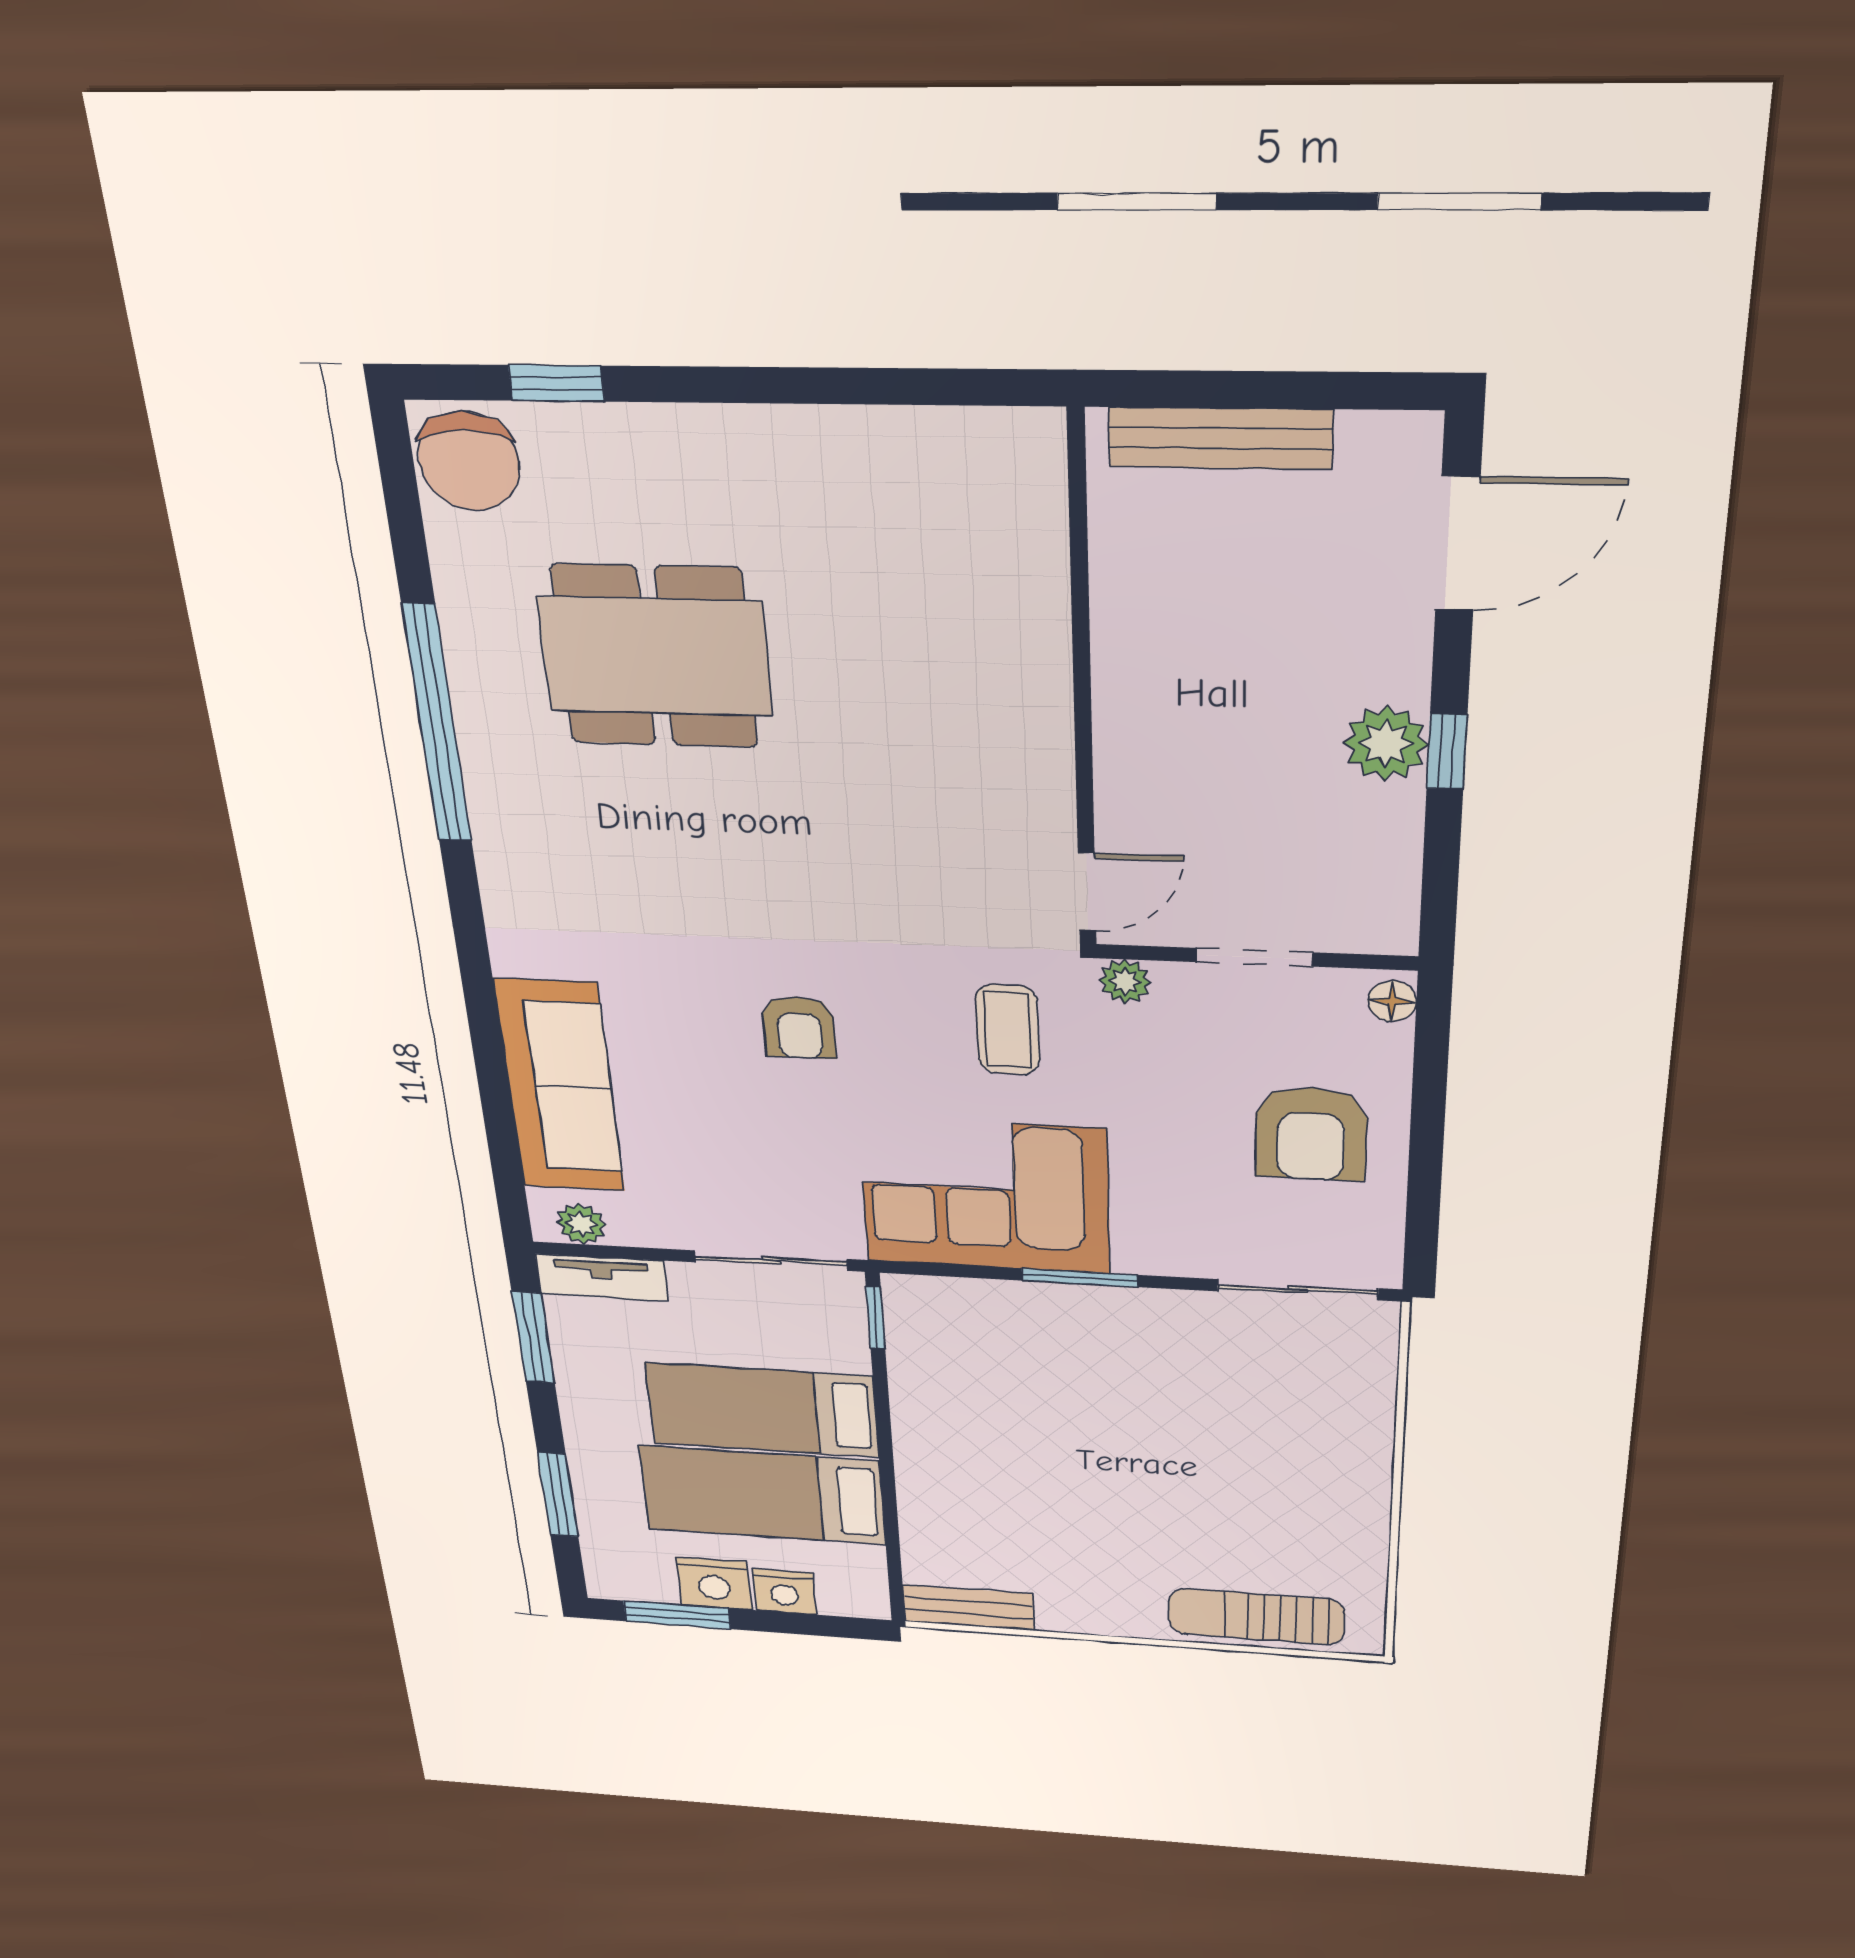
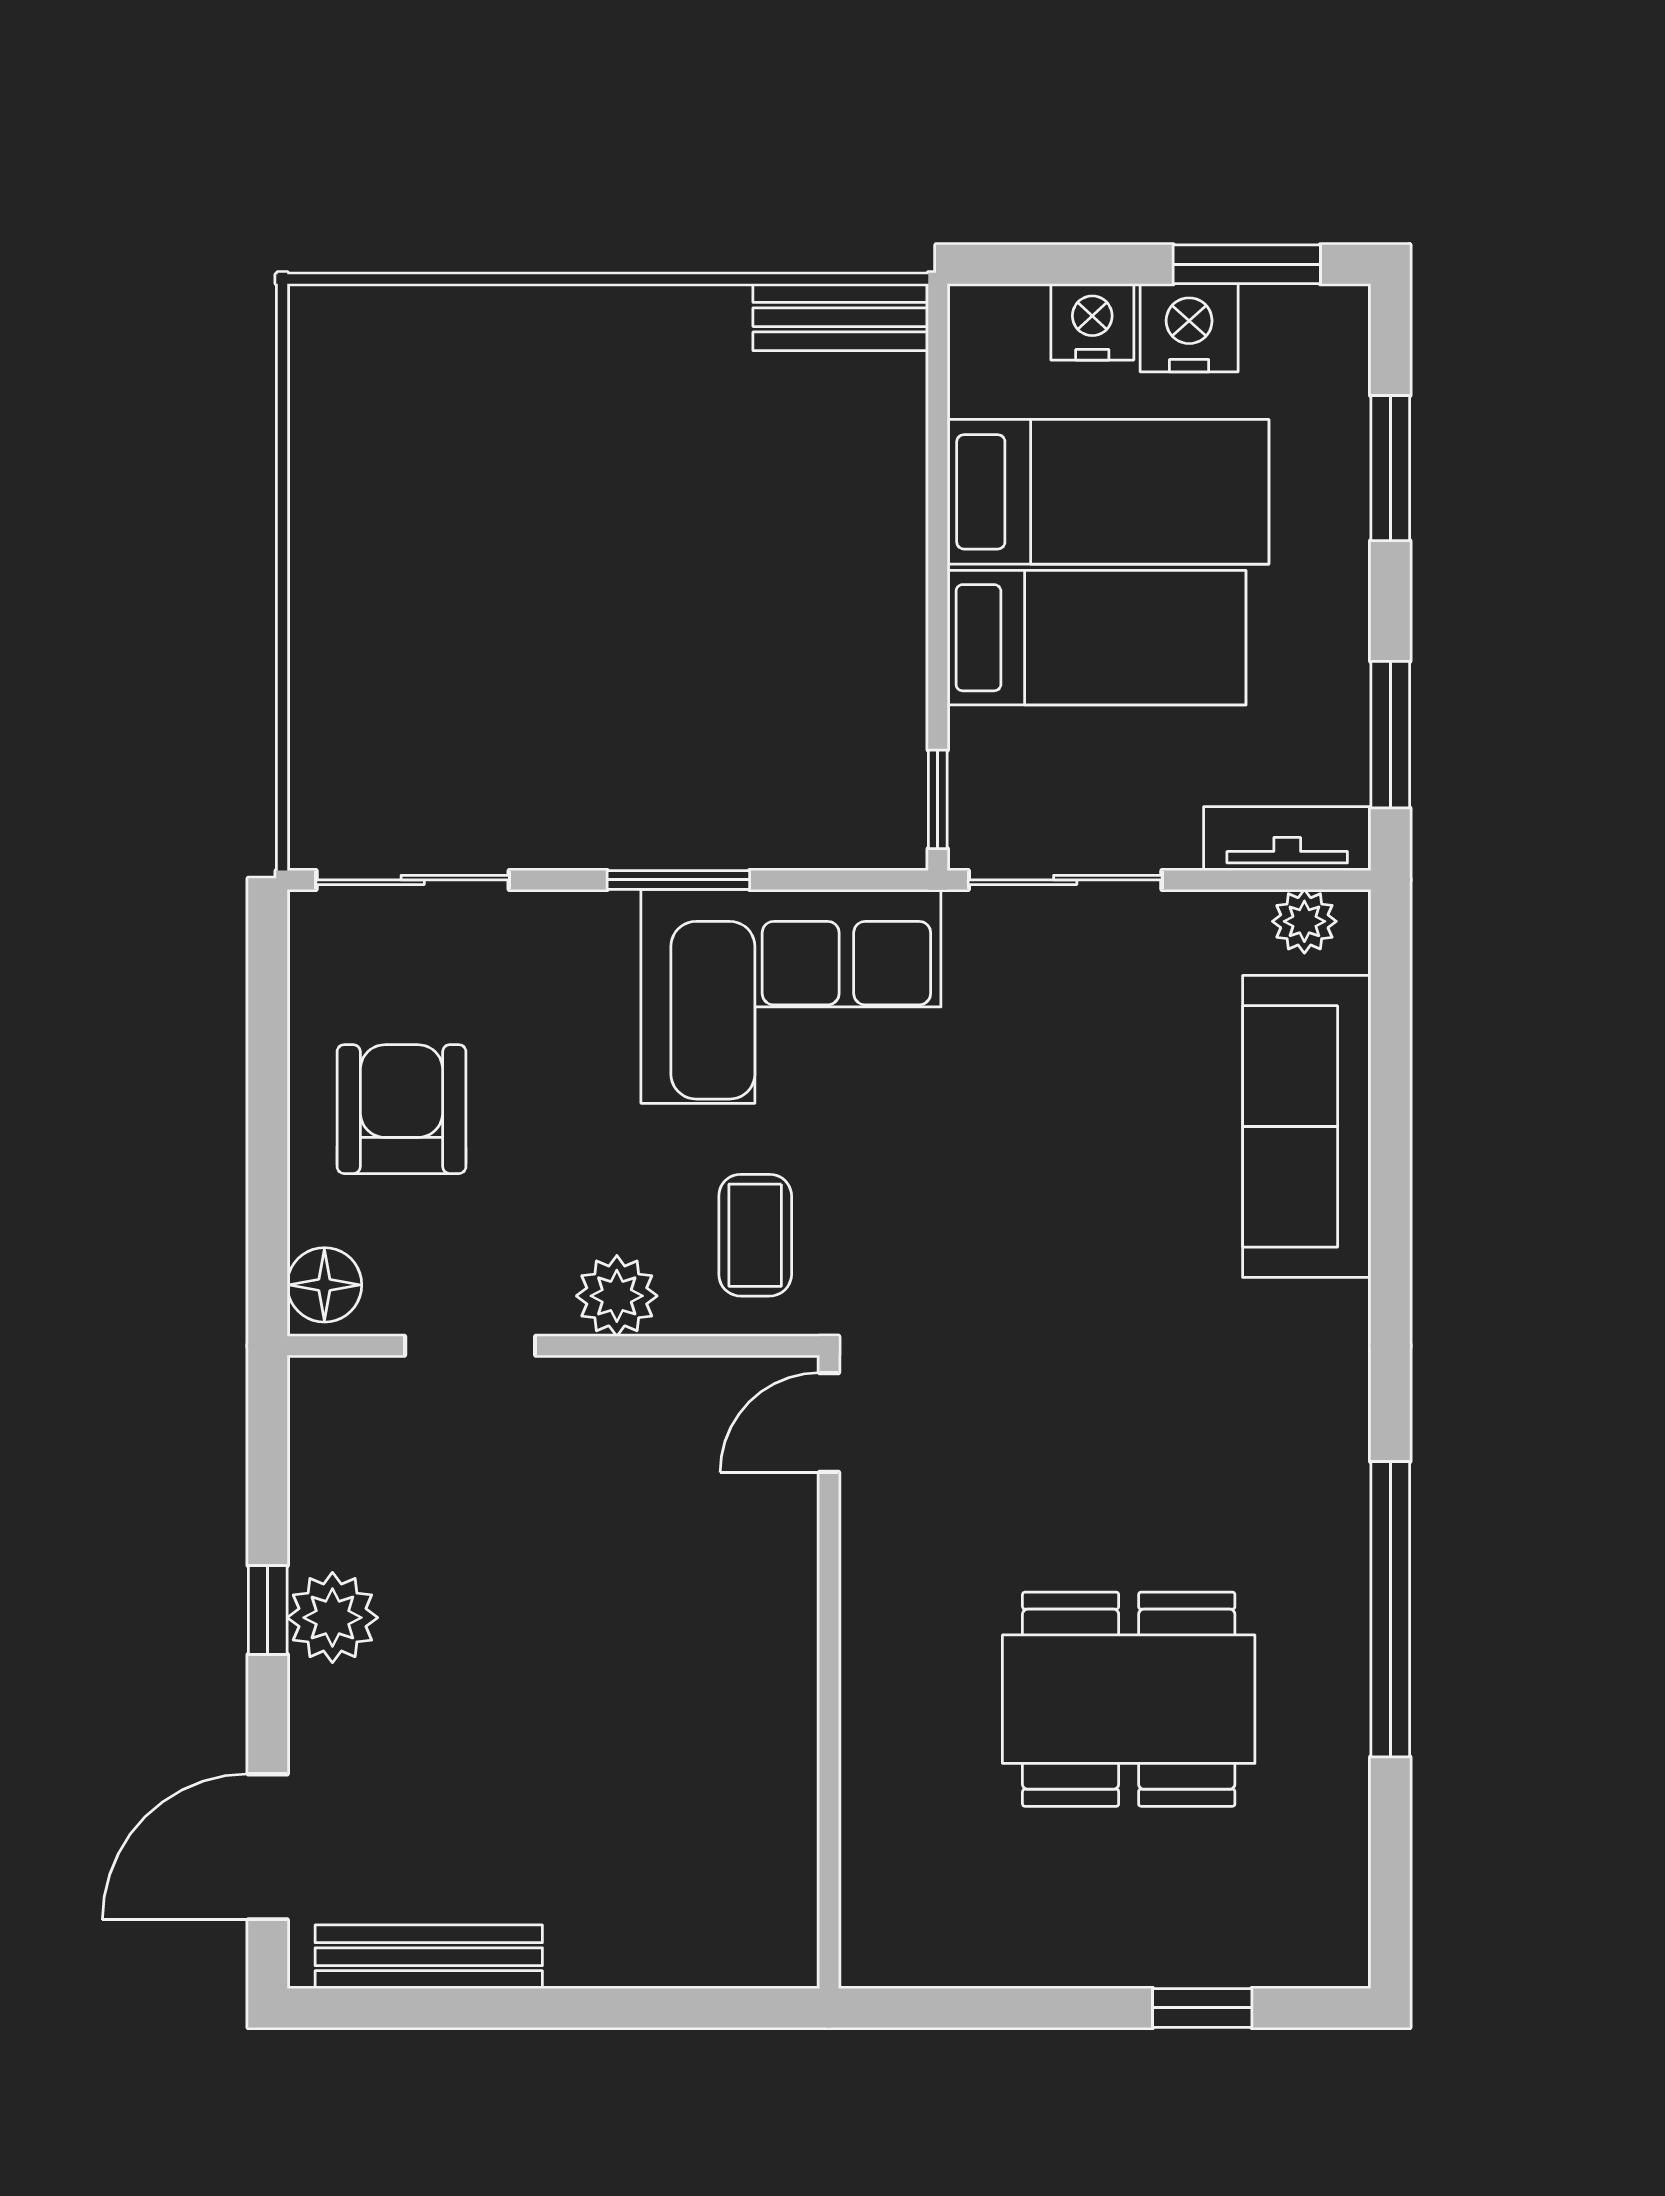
bench: (1220, 438) -> (429, 1957), moved
chair: (469, 461) -> (1309, 1921), removed
wall: (1082, 690) -> (829, 1672), moved
door: (1087, 892) -> (829, 1423), moved
plant: (1125, 981) -> (617, 1296), width x1.38, depth x1.38
floor lamp: (1392, 1001) -> (324, 1285), width x1.37, depth x1.37
armchair: (799, 1027) -> (1003, 1226), removed
sun lounger: (1256, 1617) -> (457, 338), removed

